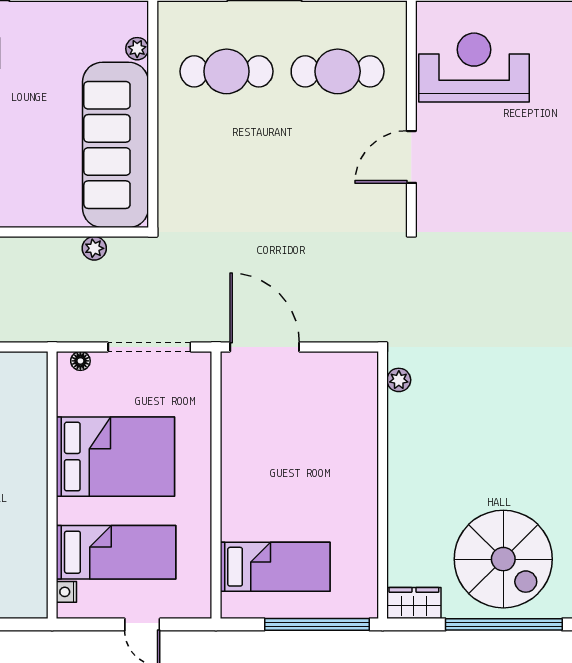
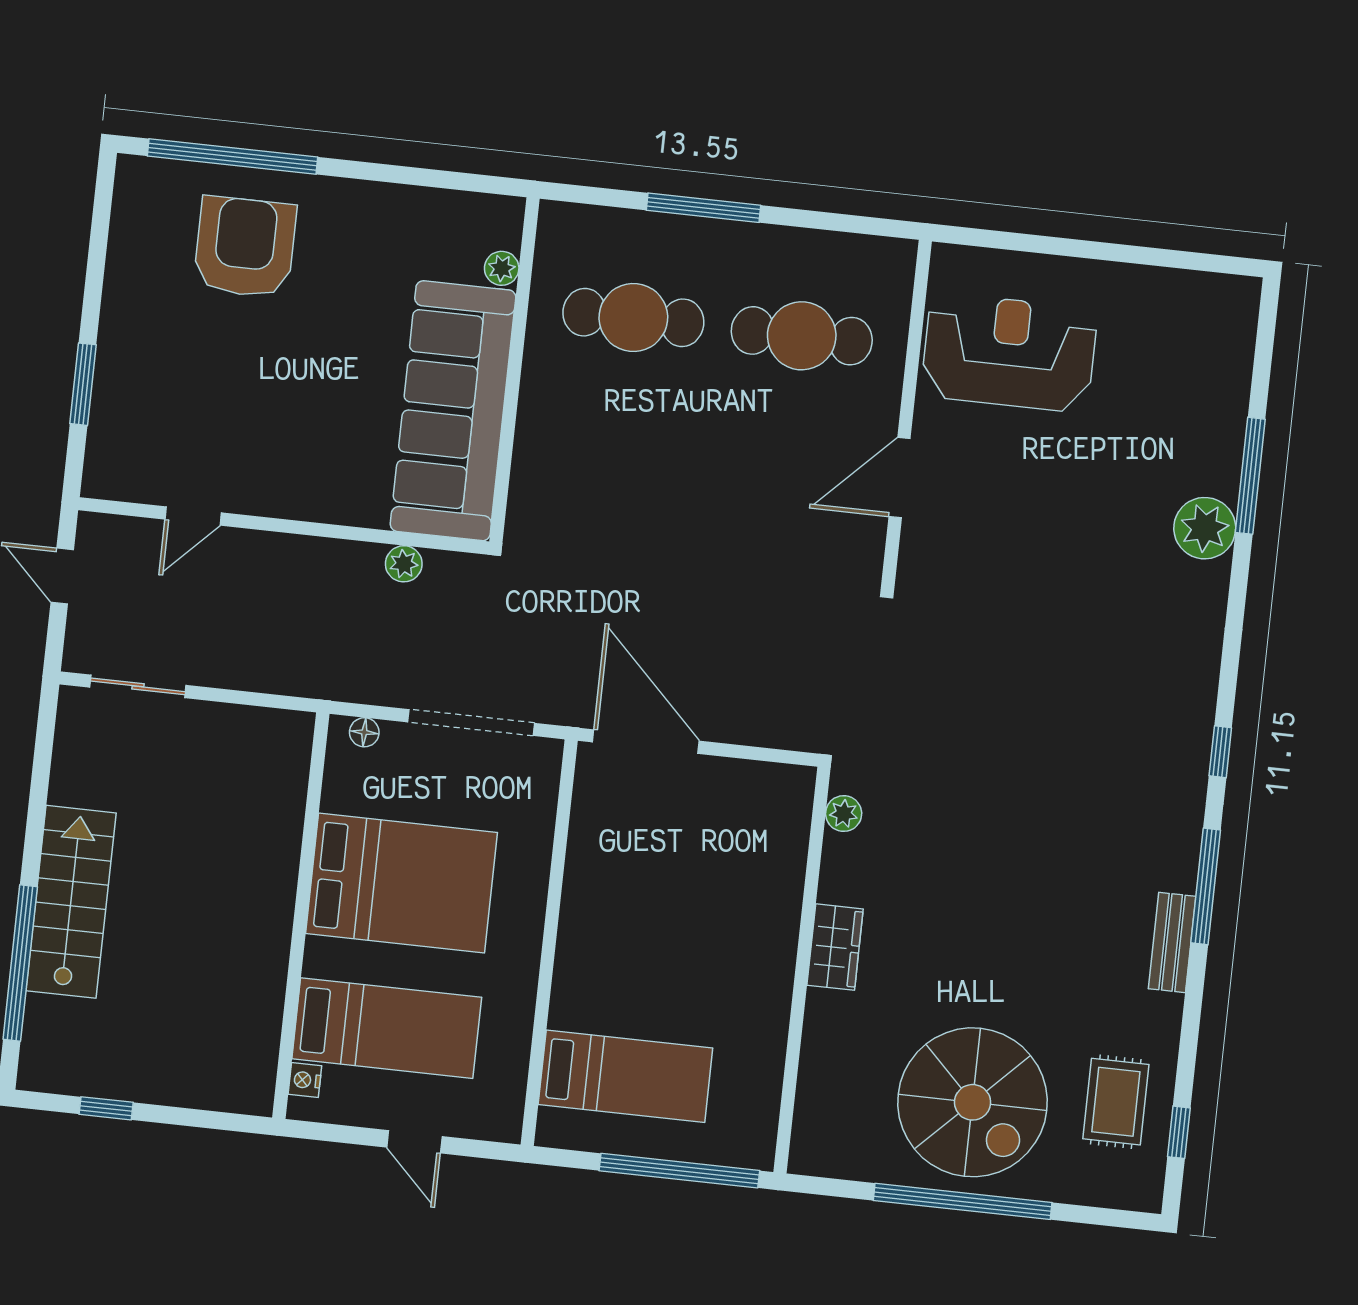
wardrobe: (414, 603) -> (835, 947), moved, turned 90

